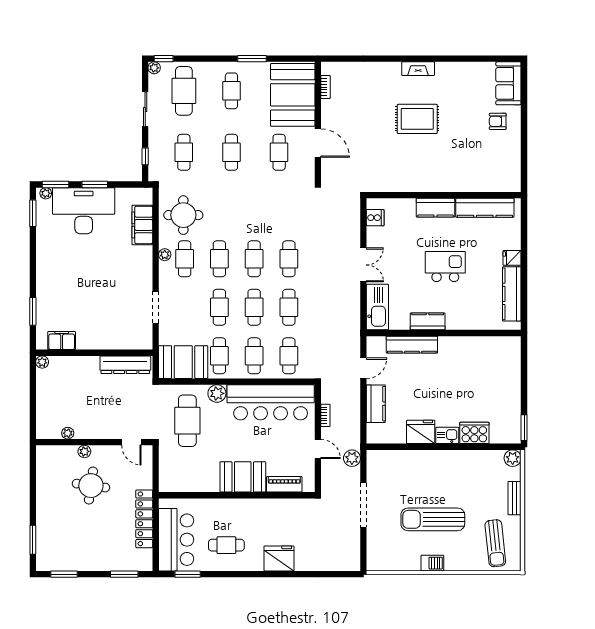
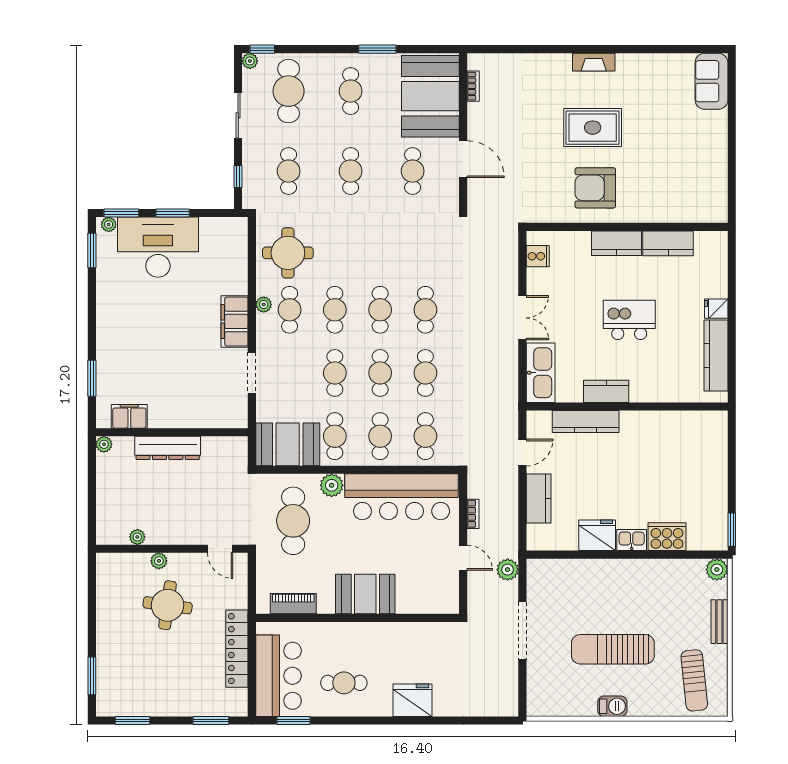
armchair: (498, 121) -> (595, 188), moved, width x1.88, depth x1.88
kitchen counter: (485, 208) -> (668, 243), width x0.67
filing cabinet: (142, 225) -> (234, 321), moved
dresser: (125, 365) -> (168, 448), moved
piano: (284, 484) -> (293, 604), moved

